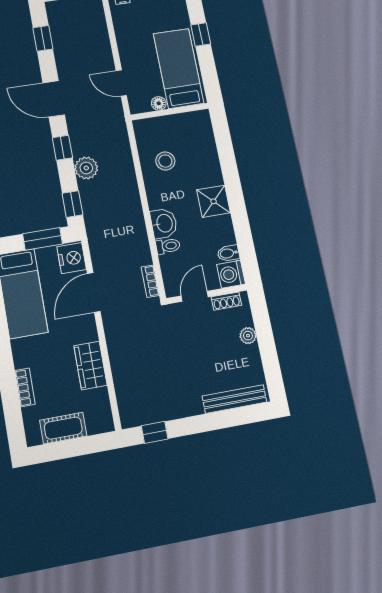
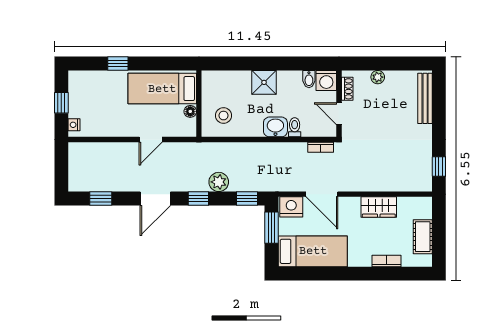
bed: (179, 68) -> (162, 89), moved
floor lamp: (159, 103) -> (190, 111), moved
wall: (170, 112) -> (199, 104), moved

